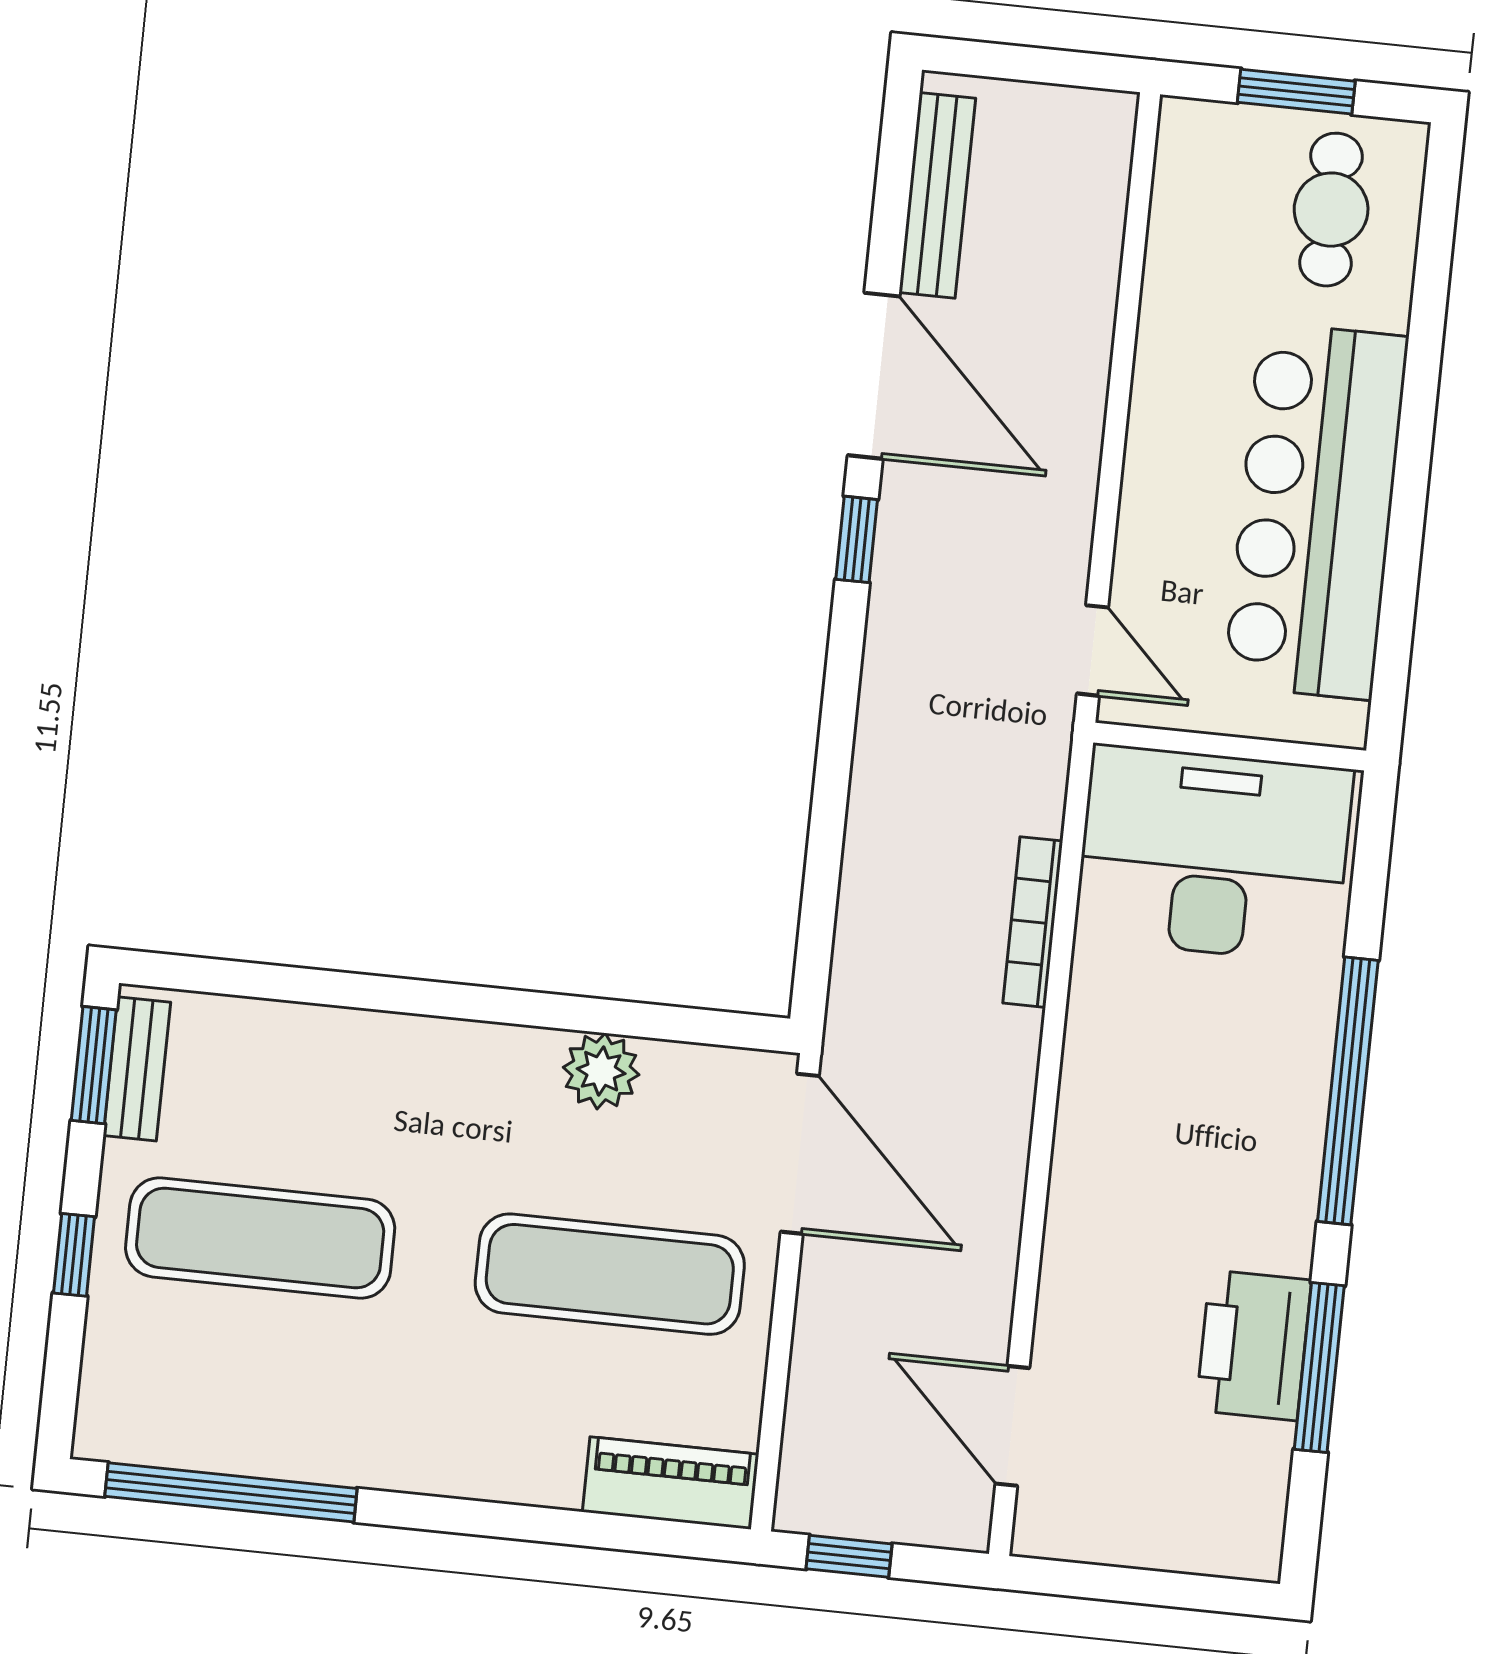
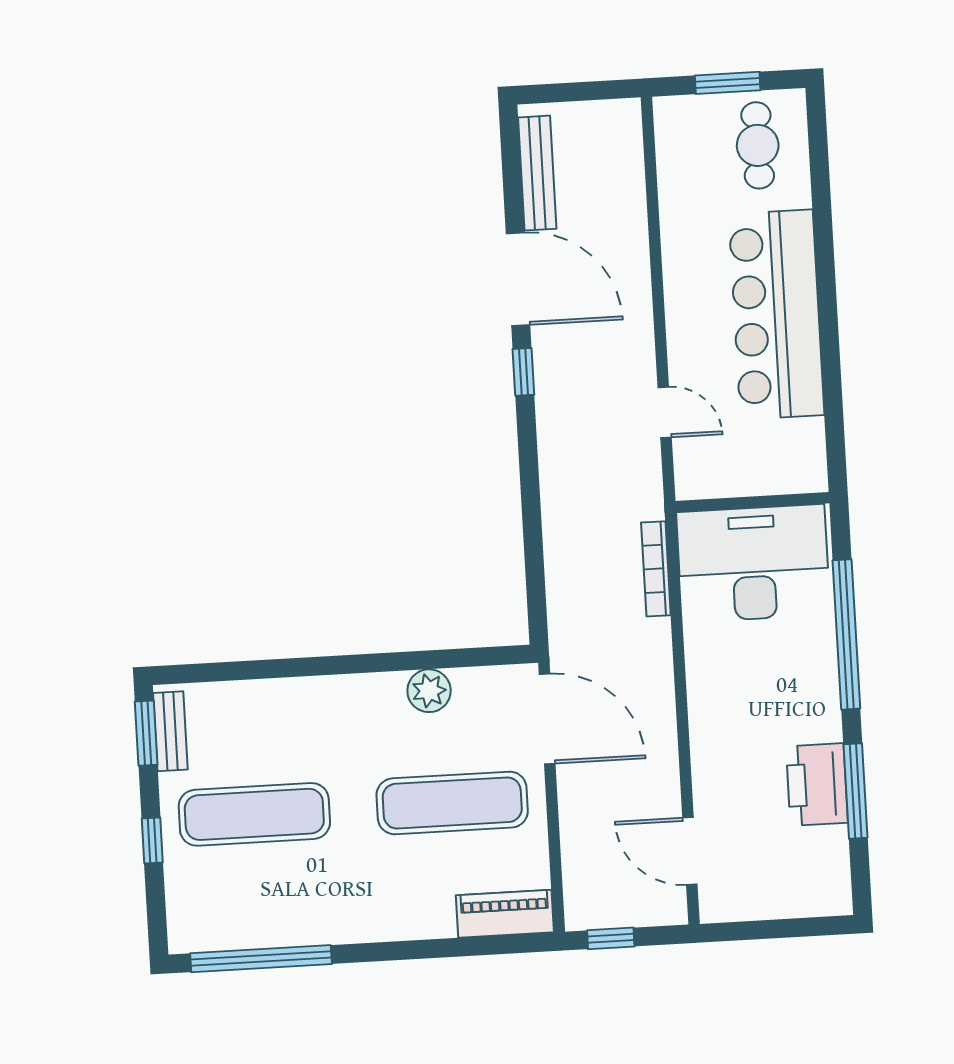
wall: (1230, 747) -> (752, 502), moved
desk: (1214, 854) -> (753, 563), moved

